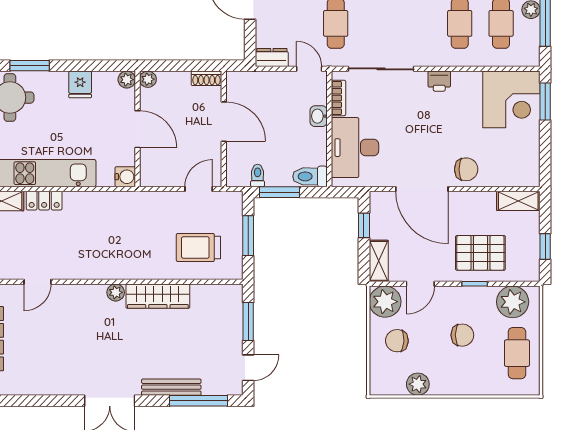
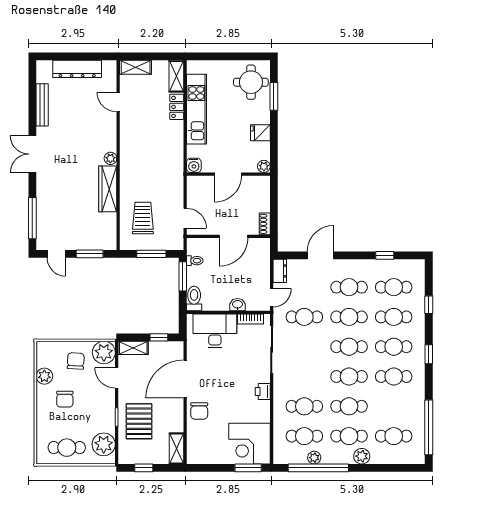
plant: (148, 79) -> (264, 182), removed
chair: (462, 335) -> (65, 399), moved
bench: (171, 387) -> (42, 105), moved

